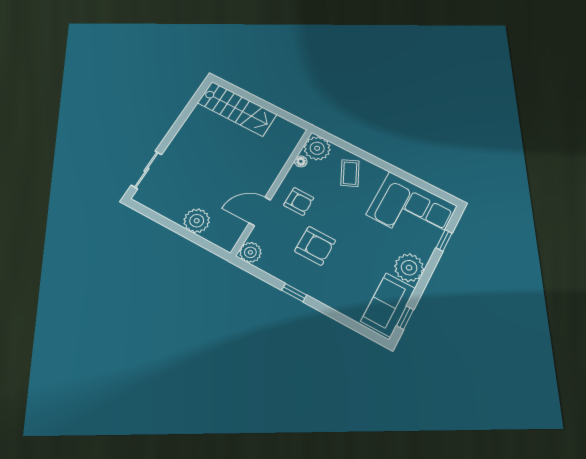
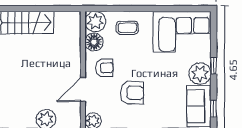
floor lamp: (301, 161) -> (94, 42), width x1.89, depth x1.89
coffee table: (350, 173) -> (127, 28), turned -65
window: (444, 240) -> (214, 66), moved

